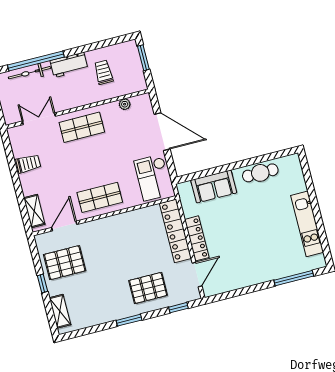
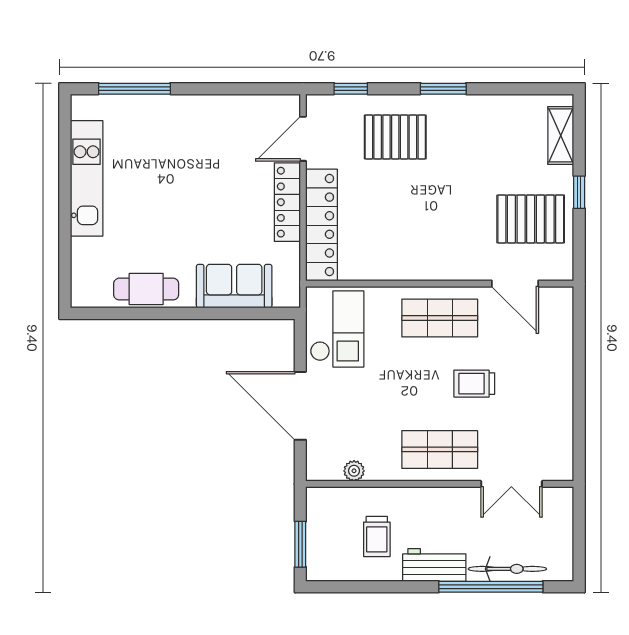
trolley: (28, 164) -> (474, 384), moved
shelving: (34, 211) -> (561, 323), removed
door: (64, 226) -> (515, 284), hinge flipped

